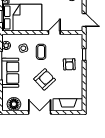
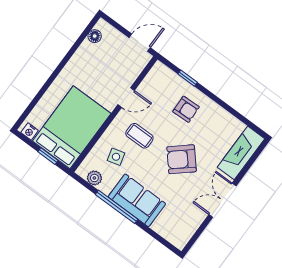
door: (54, 33) -> (126, 97), swing flipped
armchair: (45, 79) -> (182, 159), turned -88
floor lamp: (14, 104) -> (184, 228), removed

